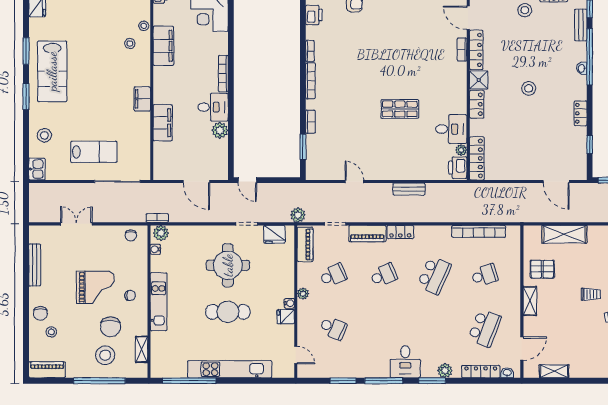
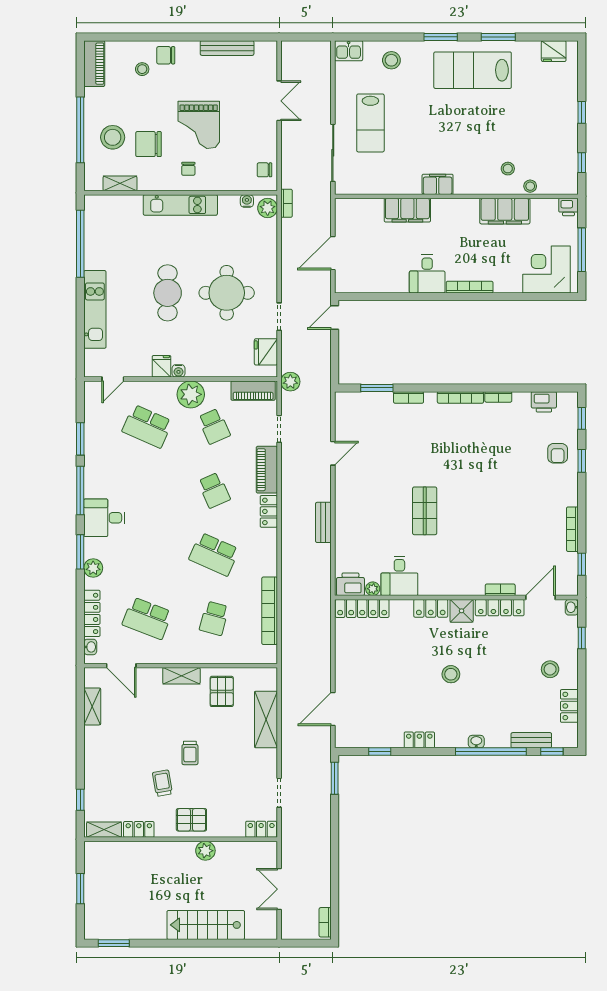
plant: (220, 130) -> (398, 283), removed
school desk: (485, 275) -> (214, 618), turned 33
plant: (303, 294) -> (191, 394), width x1.87, depth x1.87
school desk: (333, 328) -> (147, 426), width x1.85
kitchen unit: (230, 369) -> (95, 309), width x0.73

